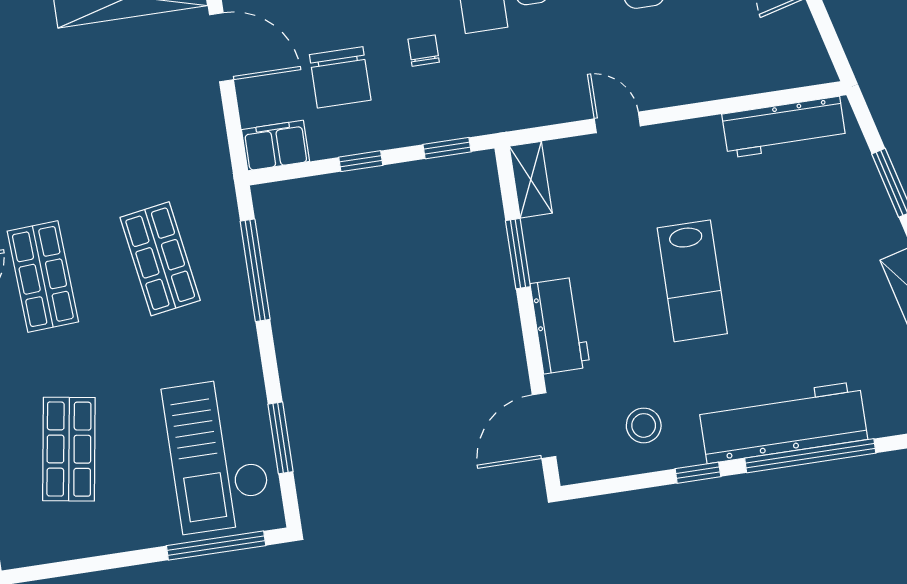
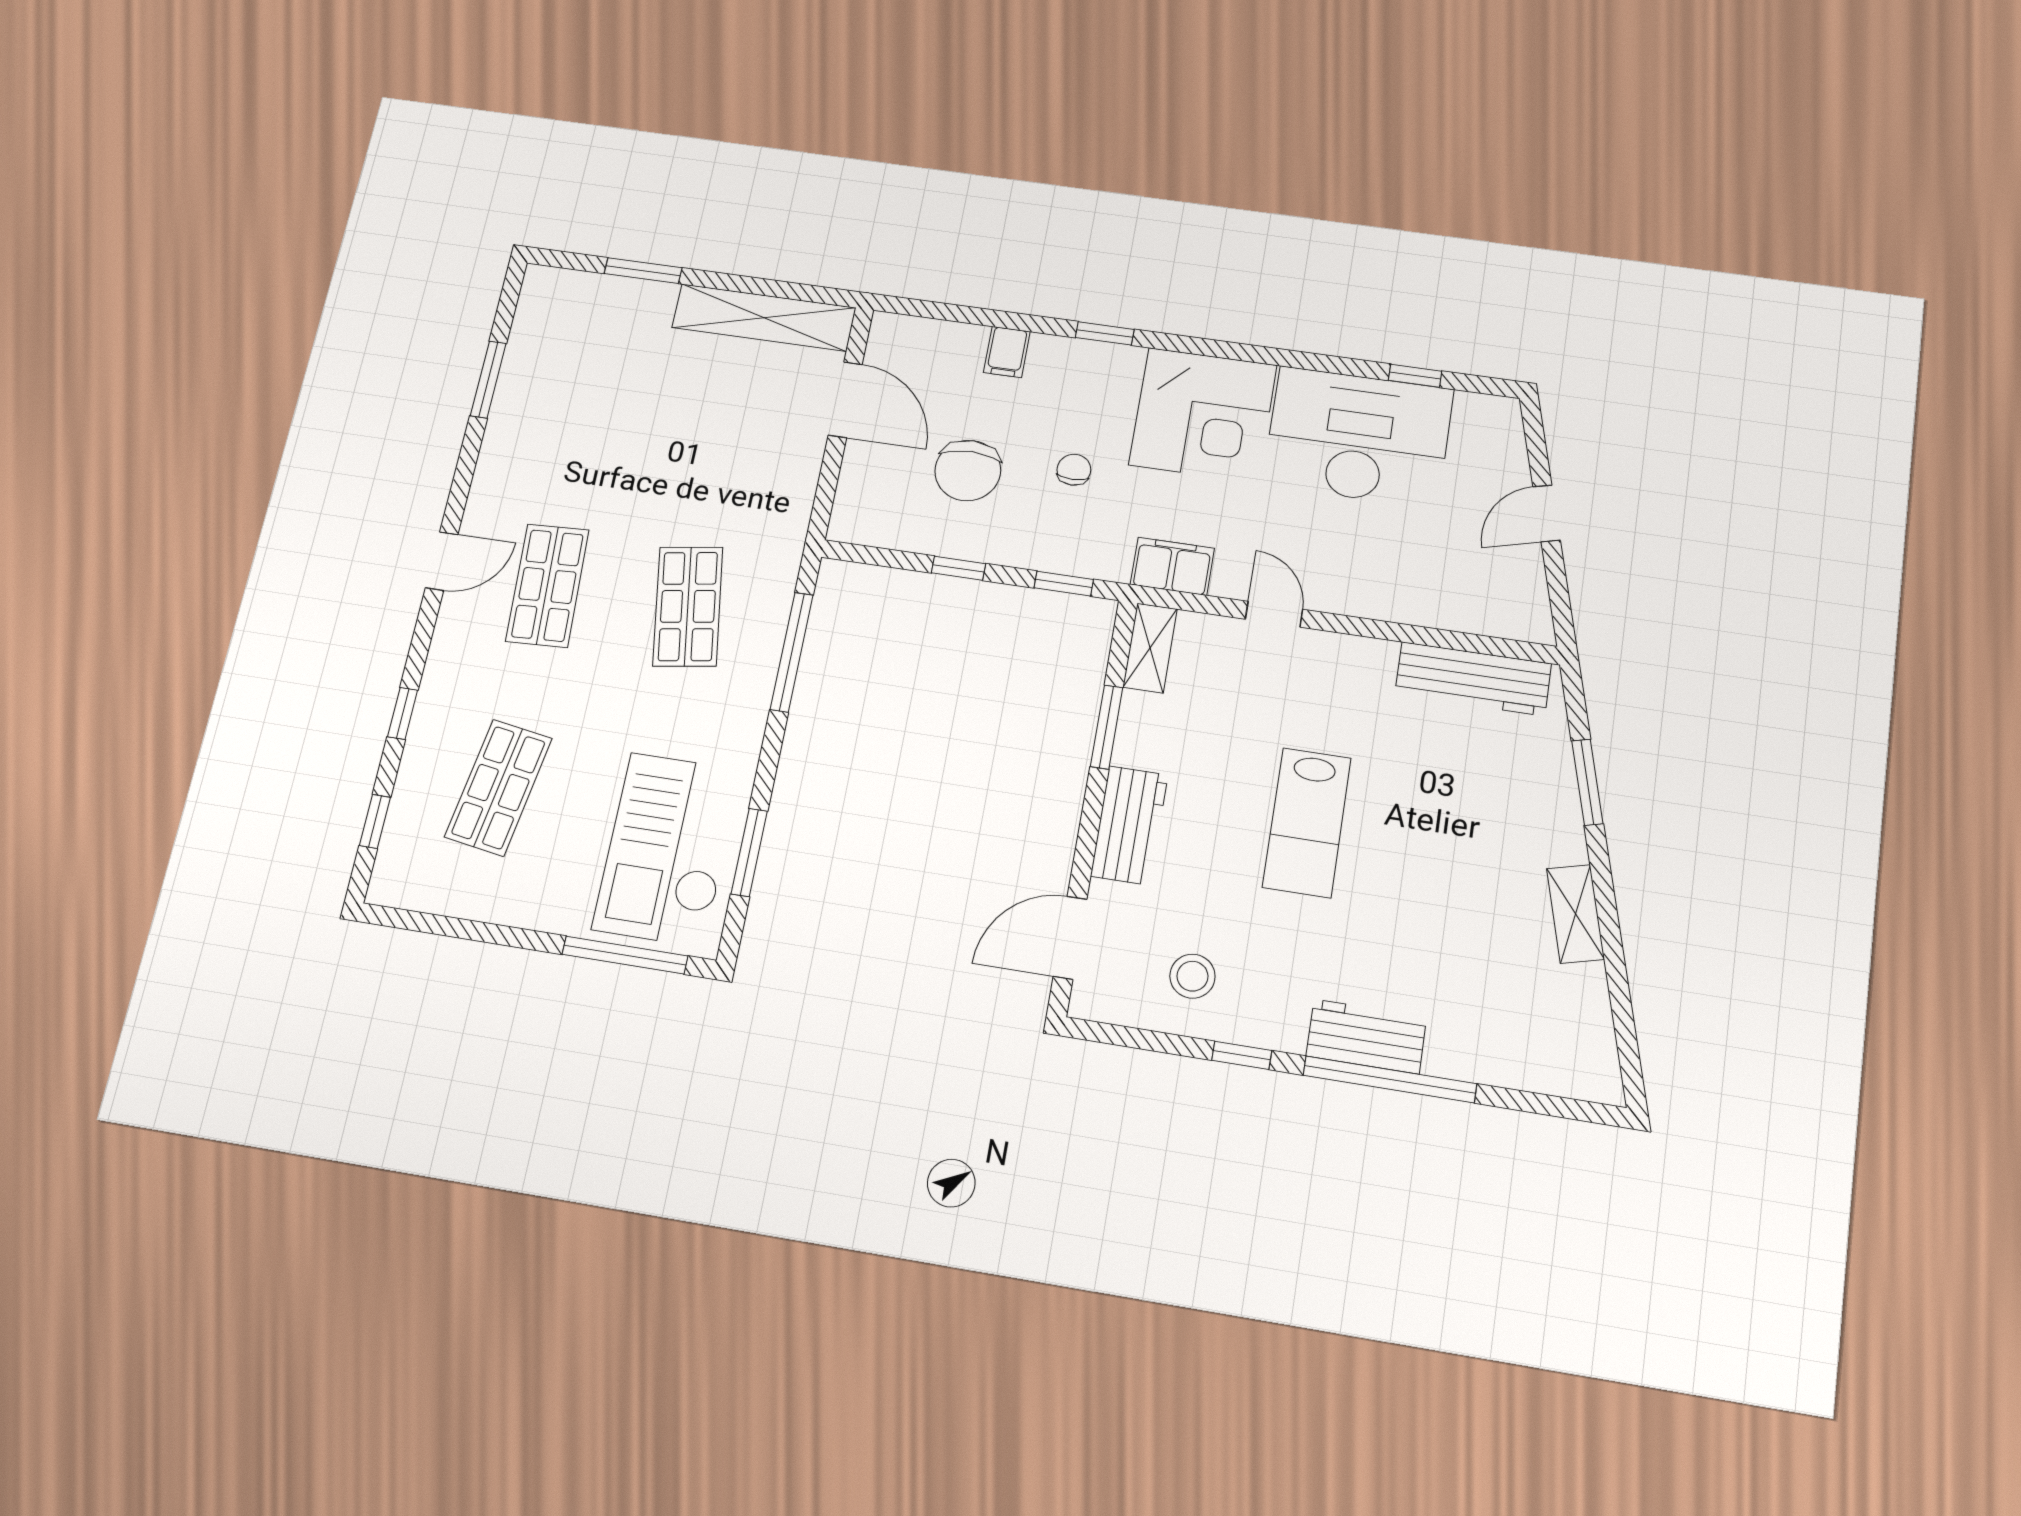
filing cabinet: (275, 145) -> (1172, 566), moved
workbench: (783, 422) -> (1366, 1036), width x0.53, depth x0.76

